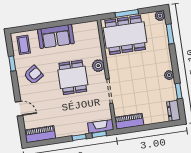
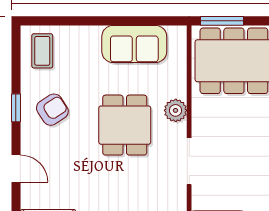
window: (127, 13) -> (222, 21), moved
sofa: (56, 36) -> (134, 44), moved
window: (12, 63) -> (16, 108), moved

